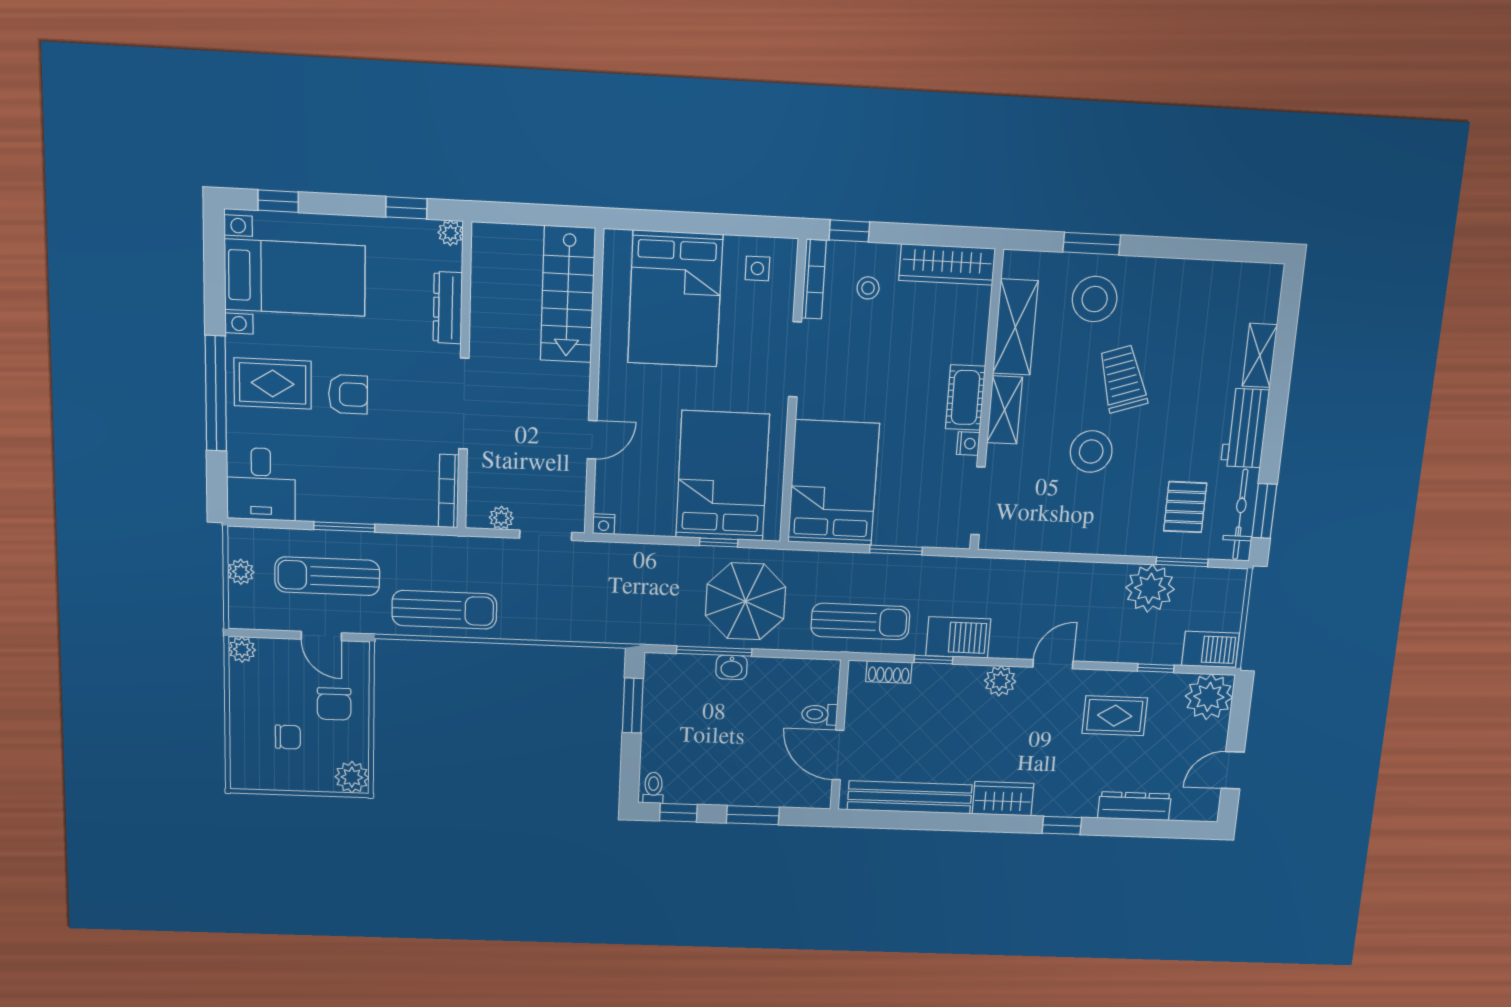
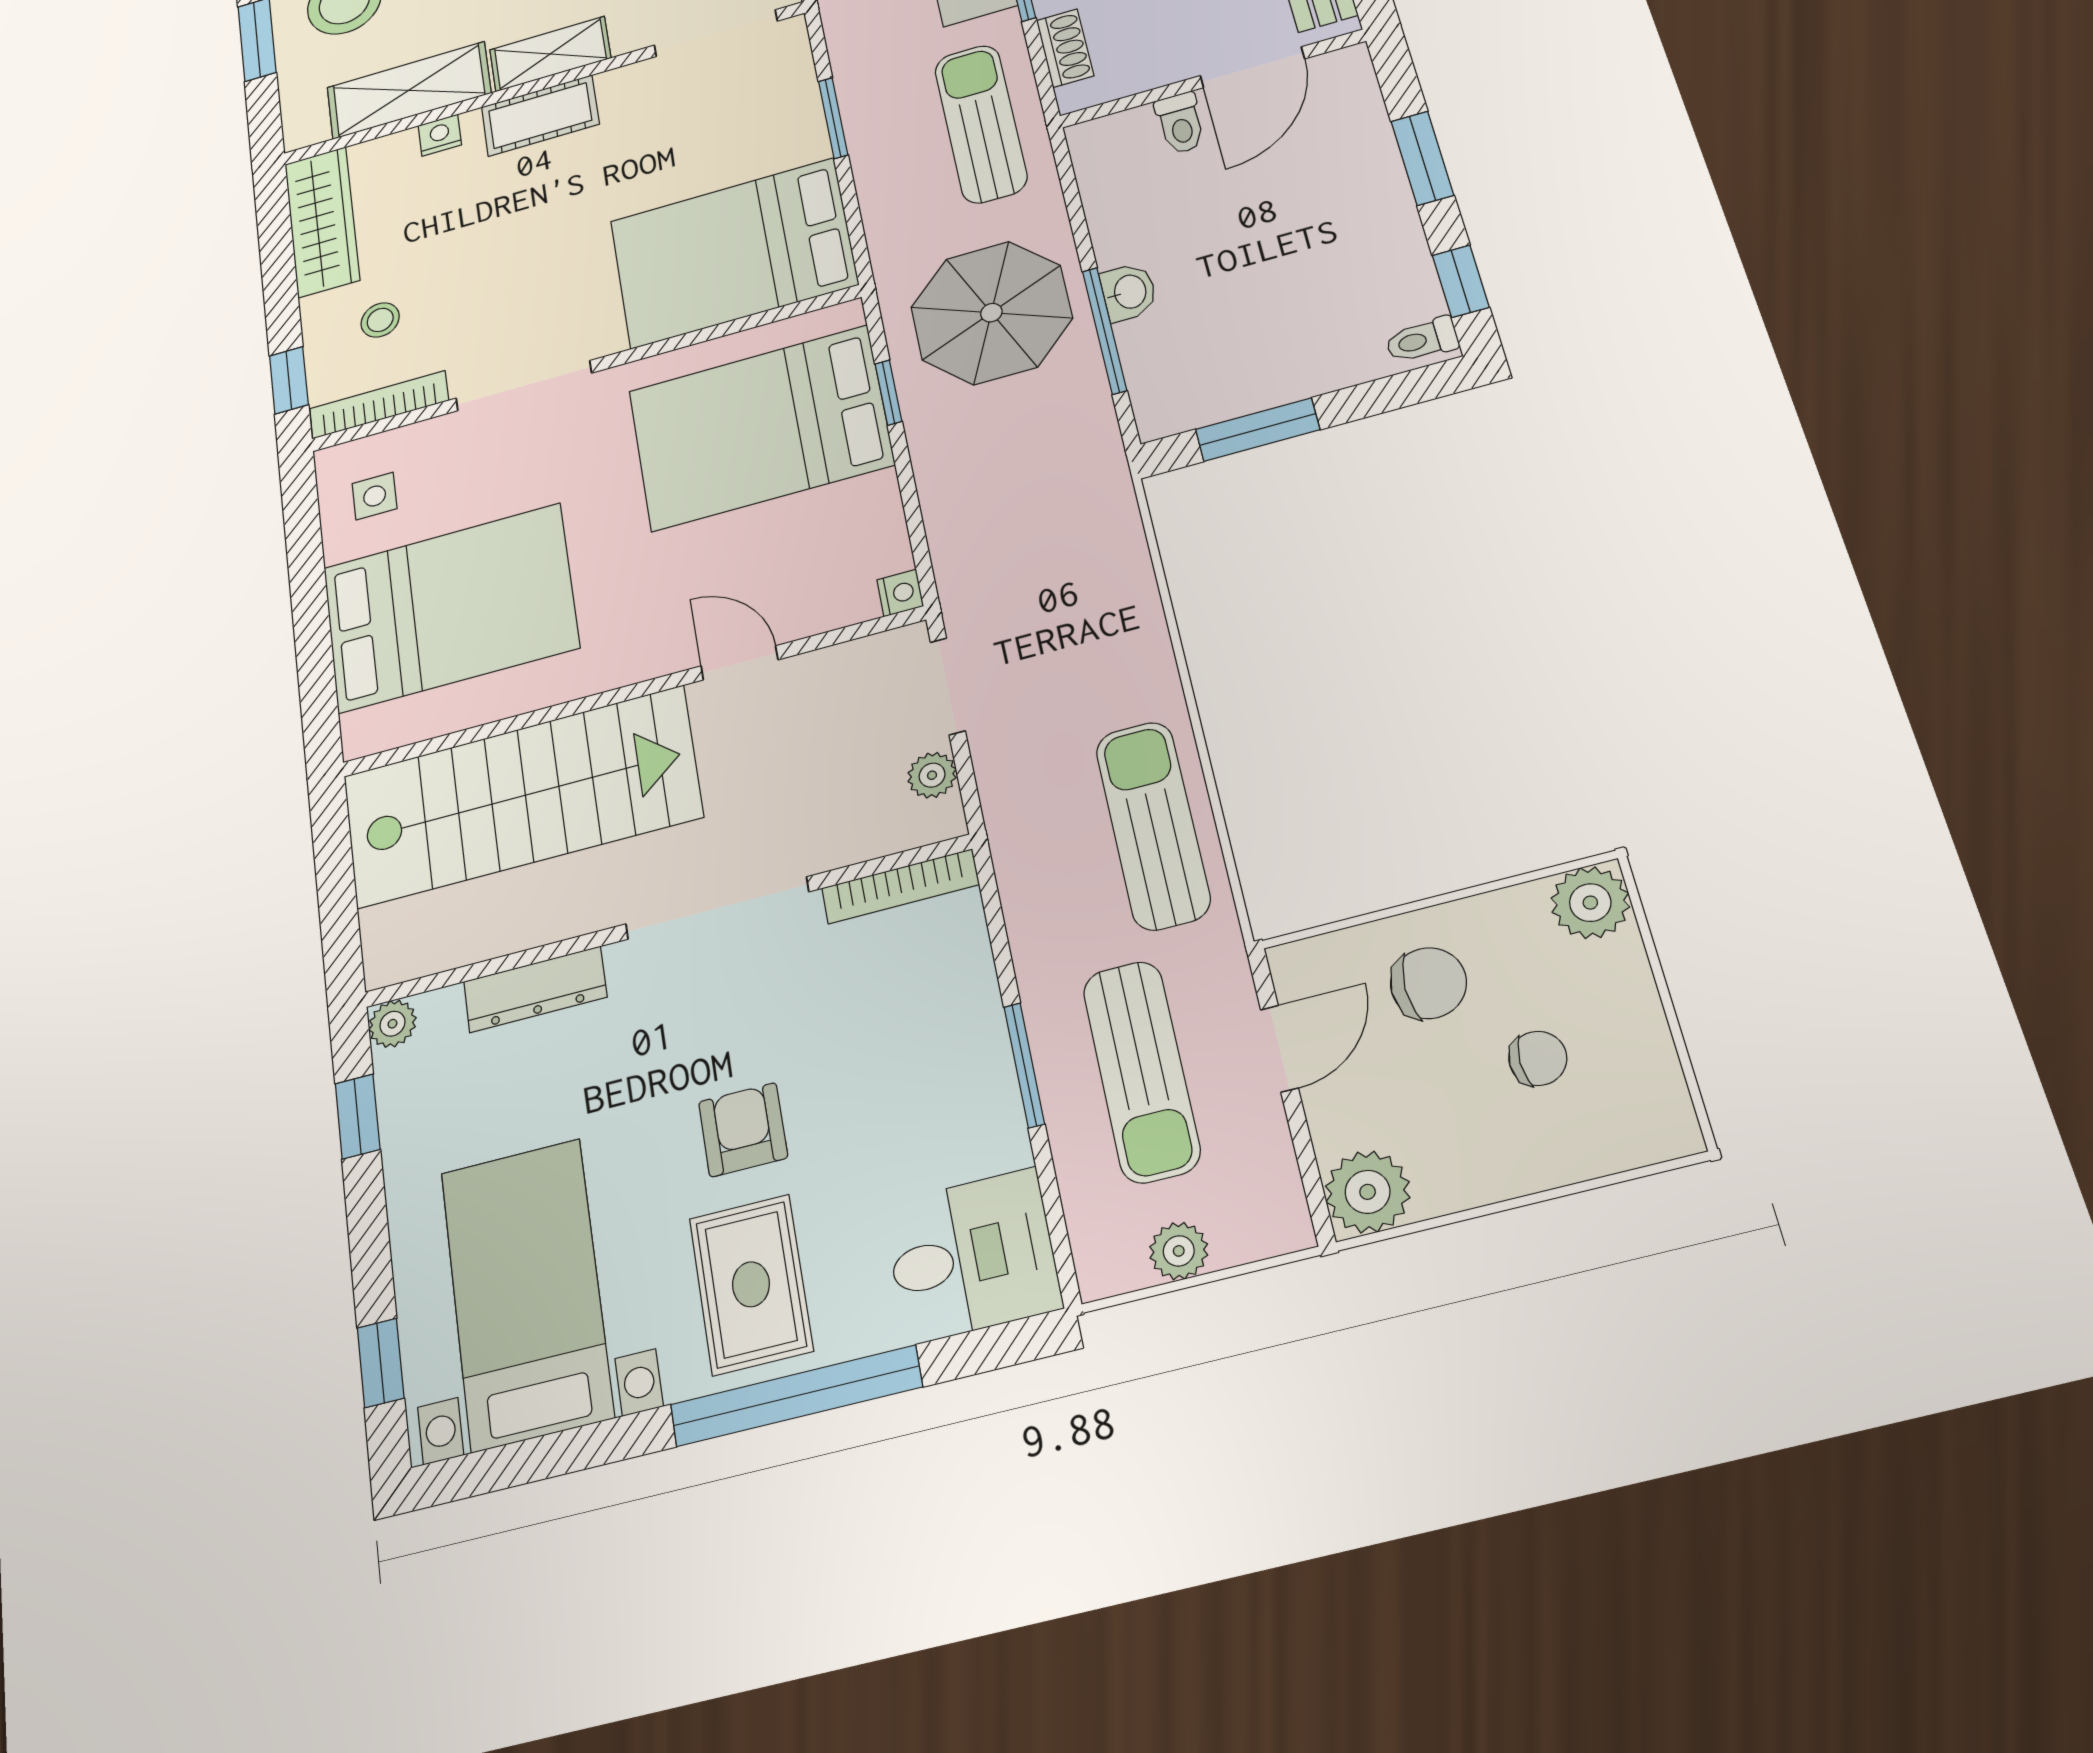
stairs: (568, 294) -> (521, 796), width x1.36, depth x1.51
nightstand: (968, 444) -> (440, 135), moved
plant: (242, 650) -> (1368, 1192), width x1.38, depth x1.38
chair: (288, 737) -> (1538, 1058), turned 90

